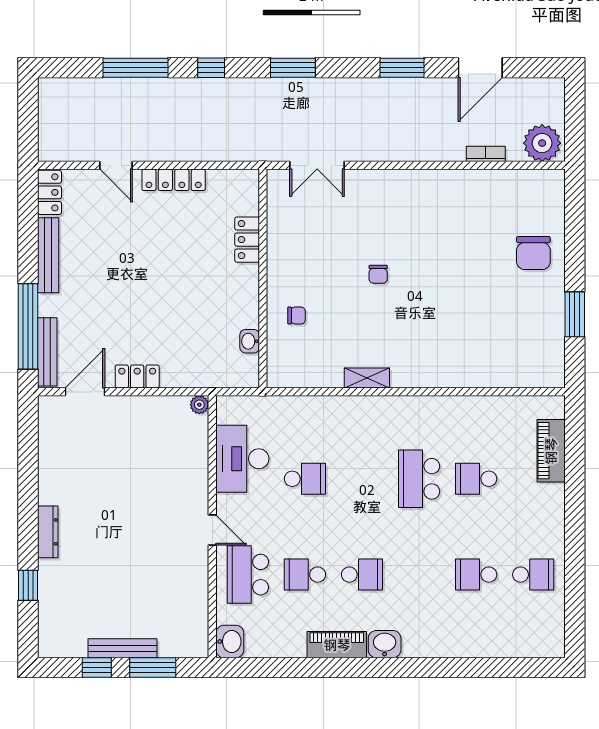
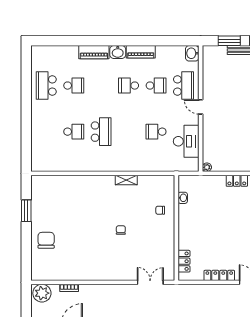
locker: (247, 240) -> (184, 261), moved
piano: (551, 451) -> (94, 52), moved, turned 90
school desk: (533, 575) -> (46, 86), width x1.85

